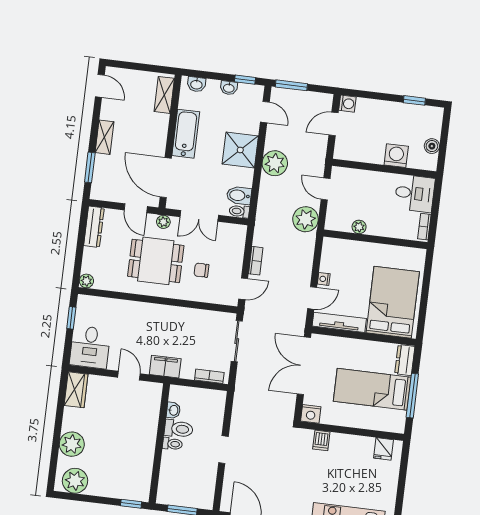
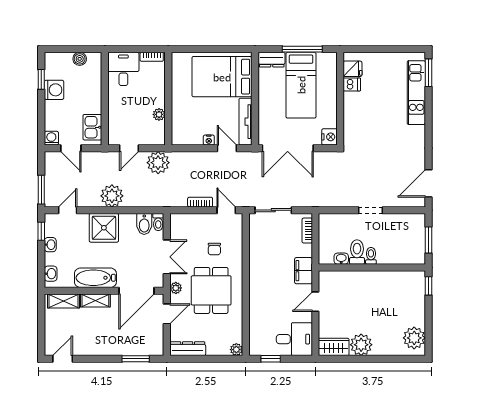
shelving: (105, 137) -> (95, 300), moved
kitchen sink: (354, 151) -> (92, 127), added
washing machine: (396, 156) -> (54, 90), moved, turned 180
dishwasher: (321, 440) -> (352, 84), moved
plant: (72, 444) -> (361, 345), moved

